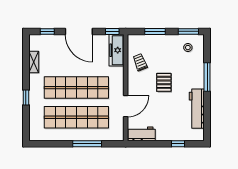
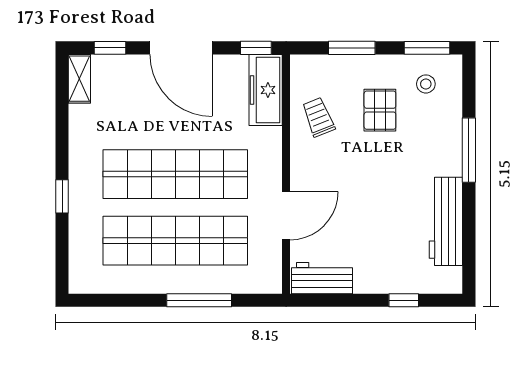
shelving: (34, 62) -> (79, 79), moved
pallet: (164, 82) -> (380, 110), moved

